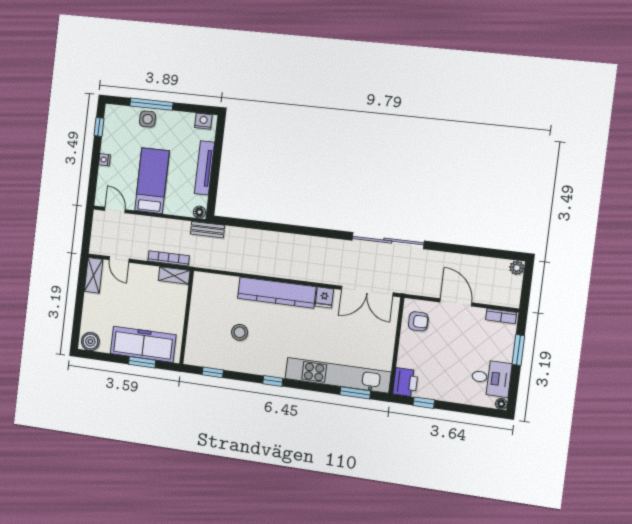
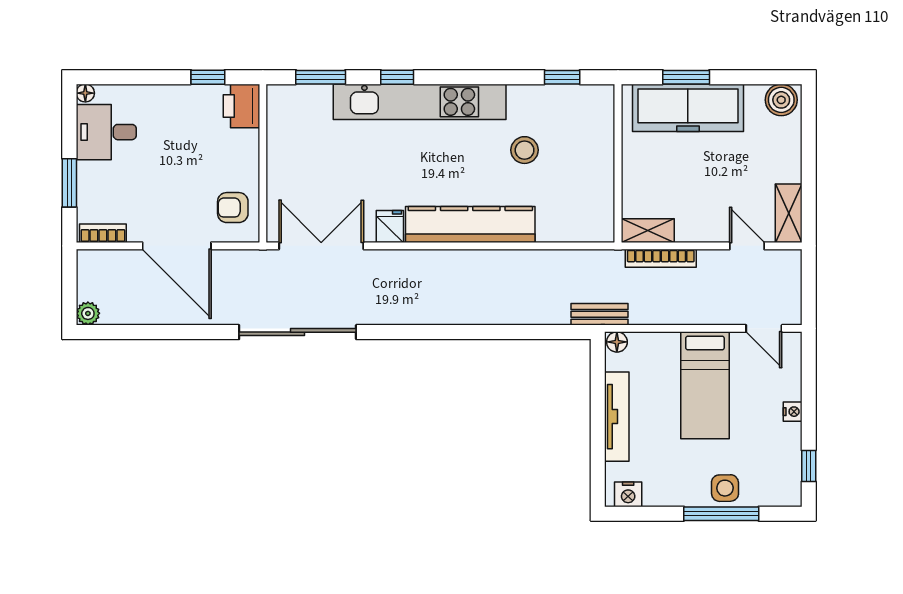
door: (456, 302) -> (177, 246), width x1.36
kitchen unit: (338, 375) -> (420, 102), moved
window: (273, 381) -> (397, 77), moved

